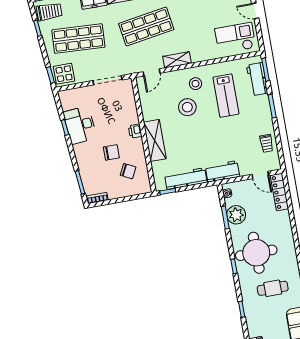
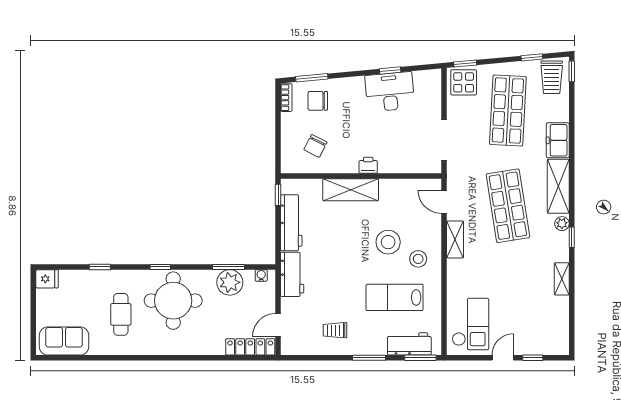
trolley: (267, 143) -> (335, 330), moved
chair: (111, 152) -> (318, 101), moved, turned 90

